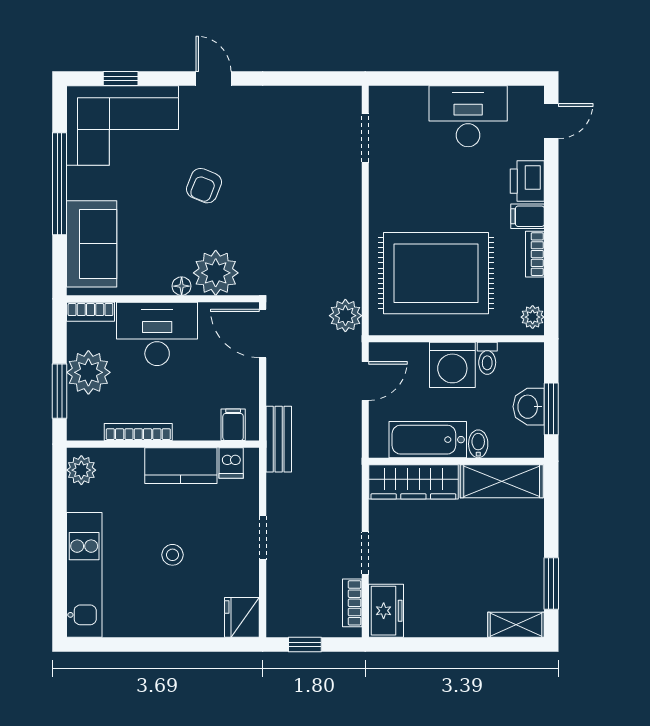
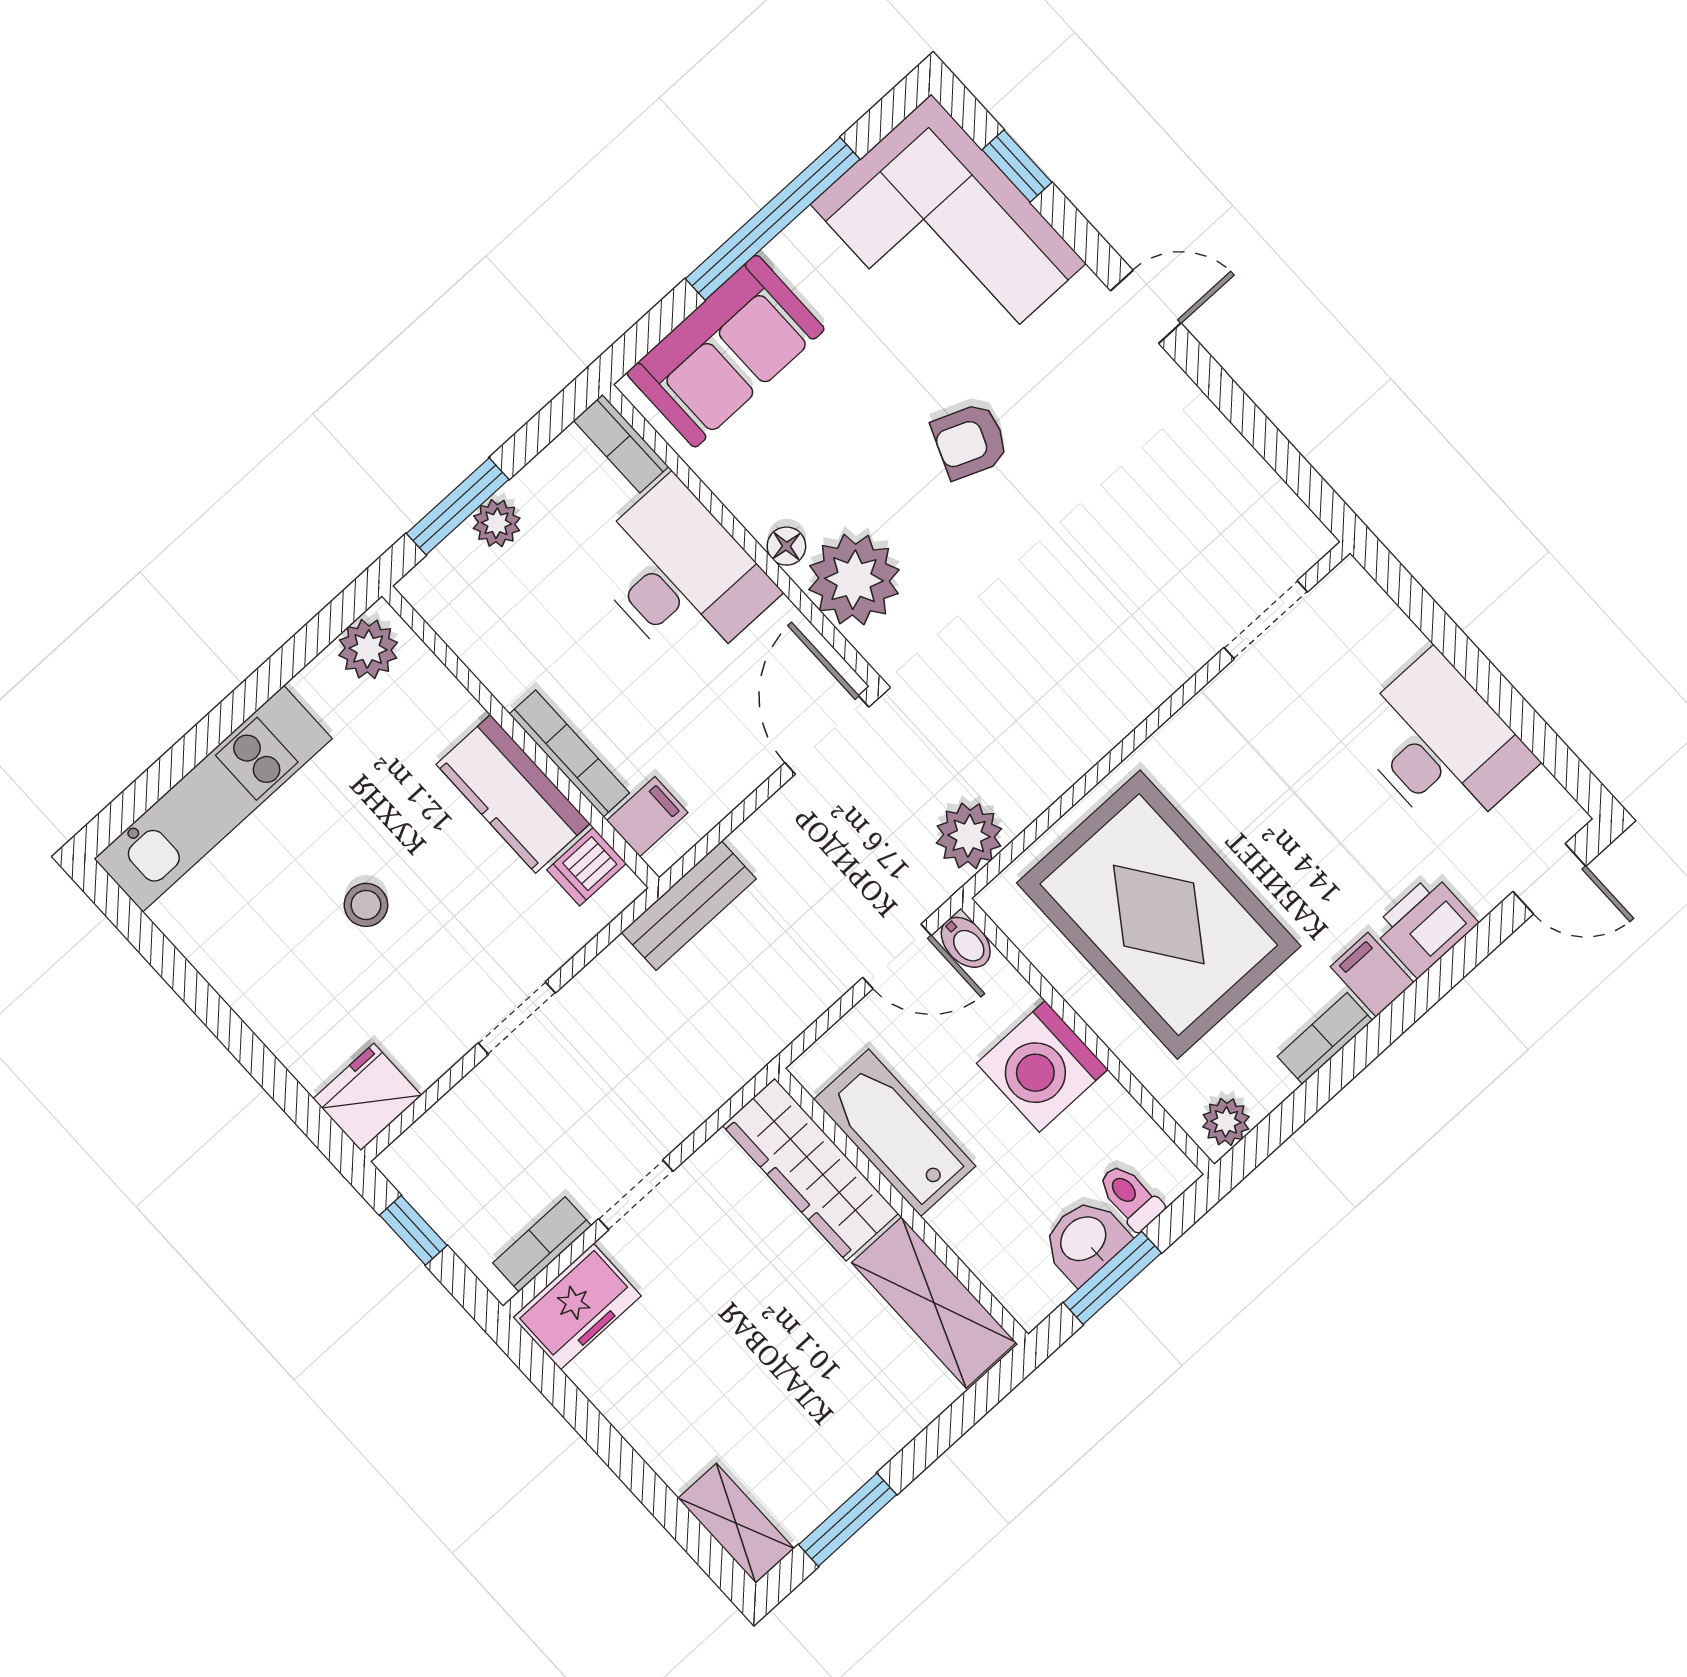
door: (214, 79) -> (1146, 307), hinge flipped
toilet: (487, 358) -> (1130, 1197), moved, turned 90
plant: (88, 372) -> (497, 523), width x0.53, depth x0.53
bookcase: (138, 432) -> (569, 753), moved
bidet: (478, 444) -> (966, 942), moved, turned 90

